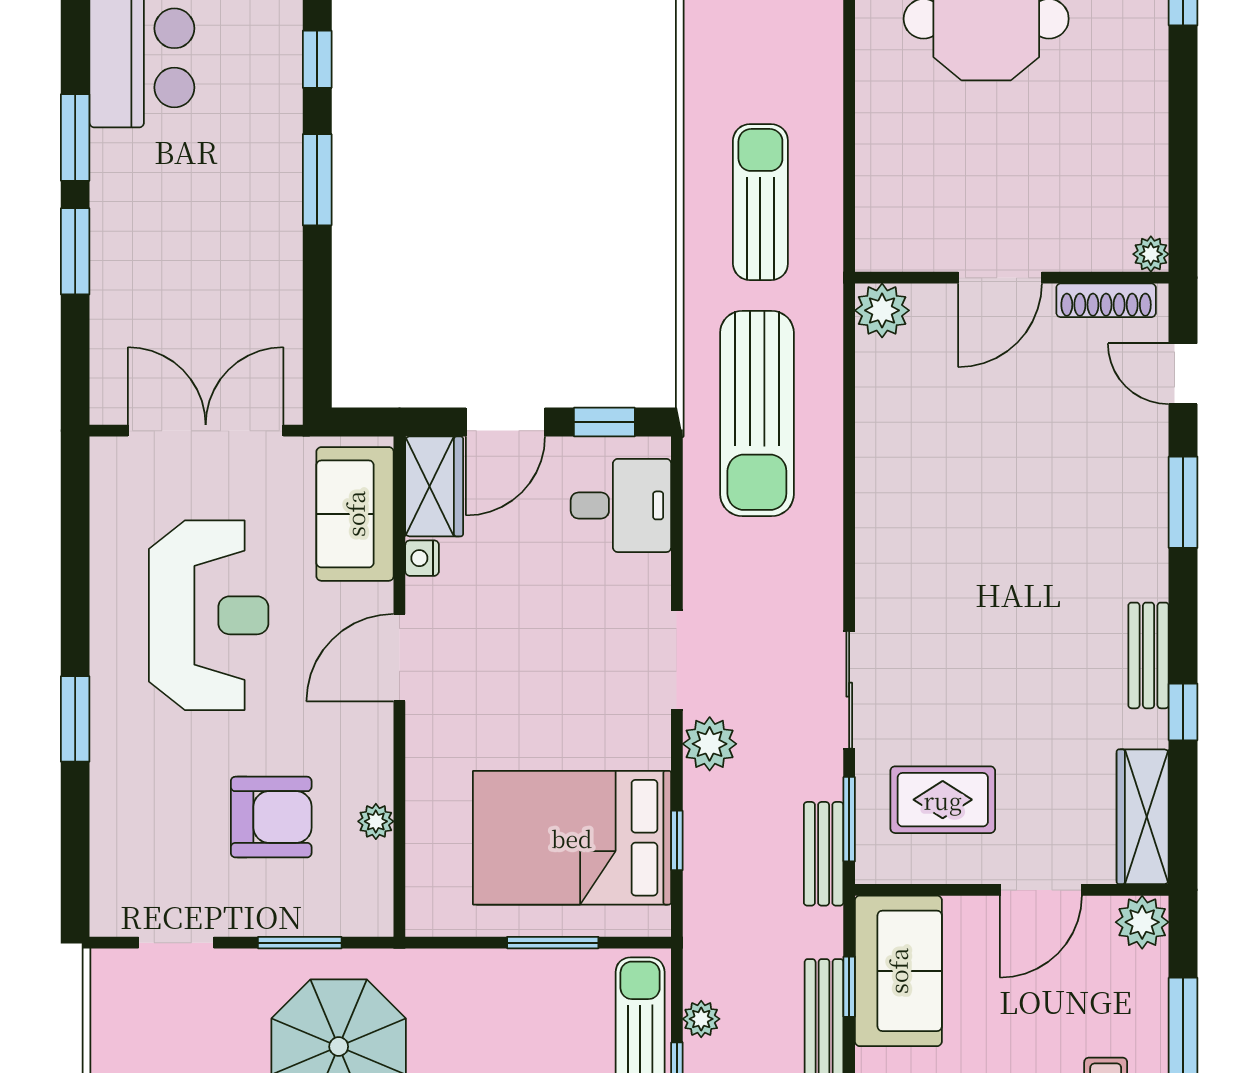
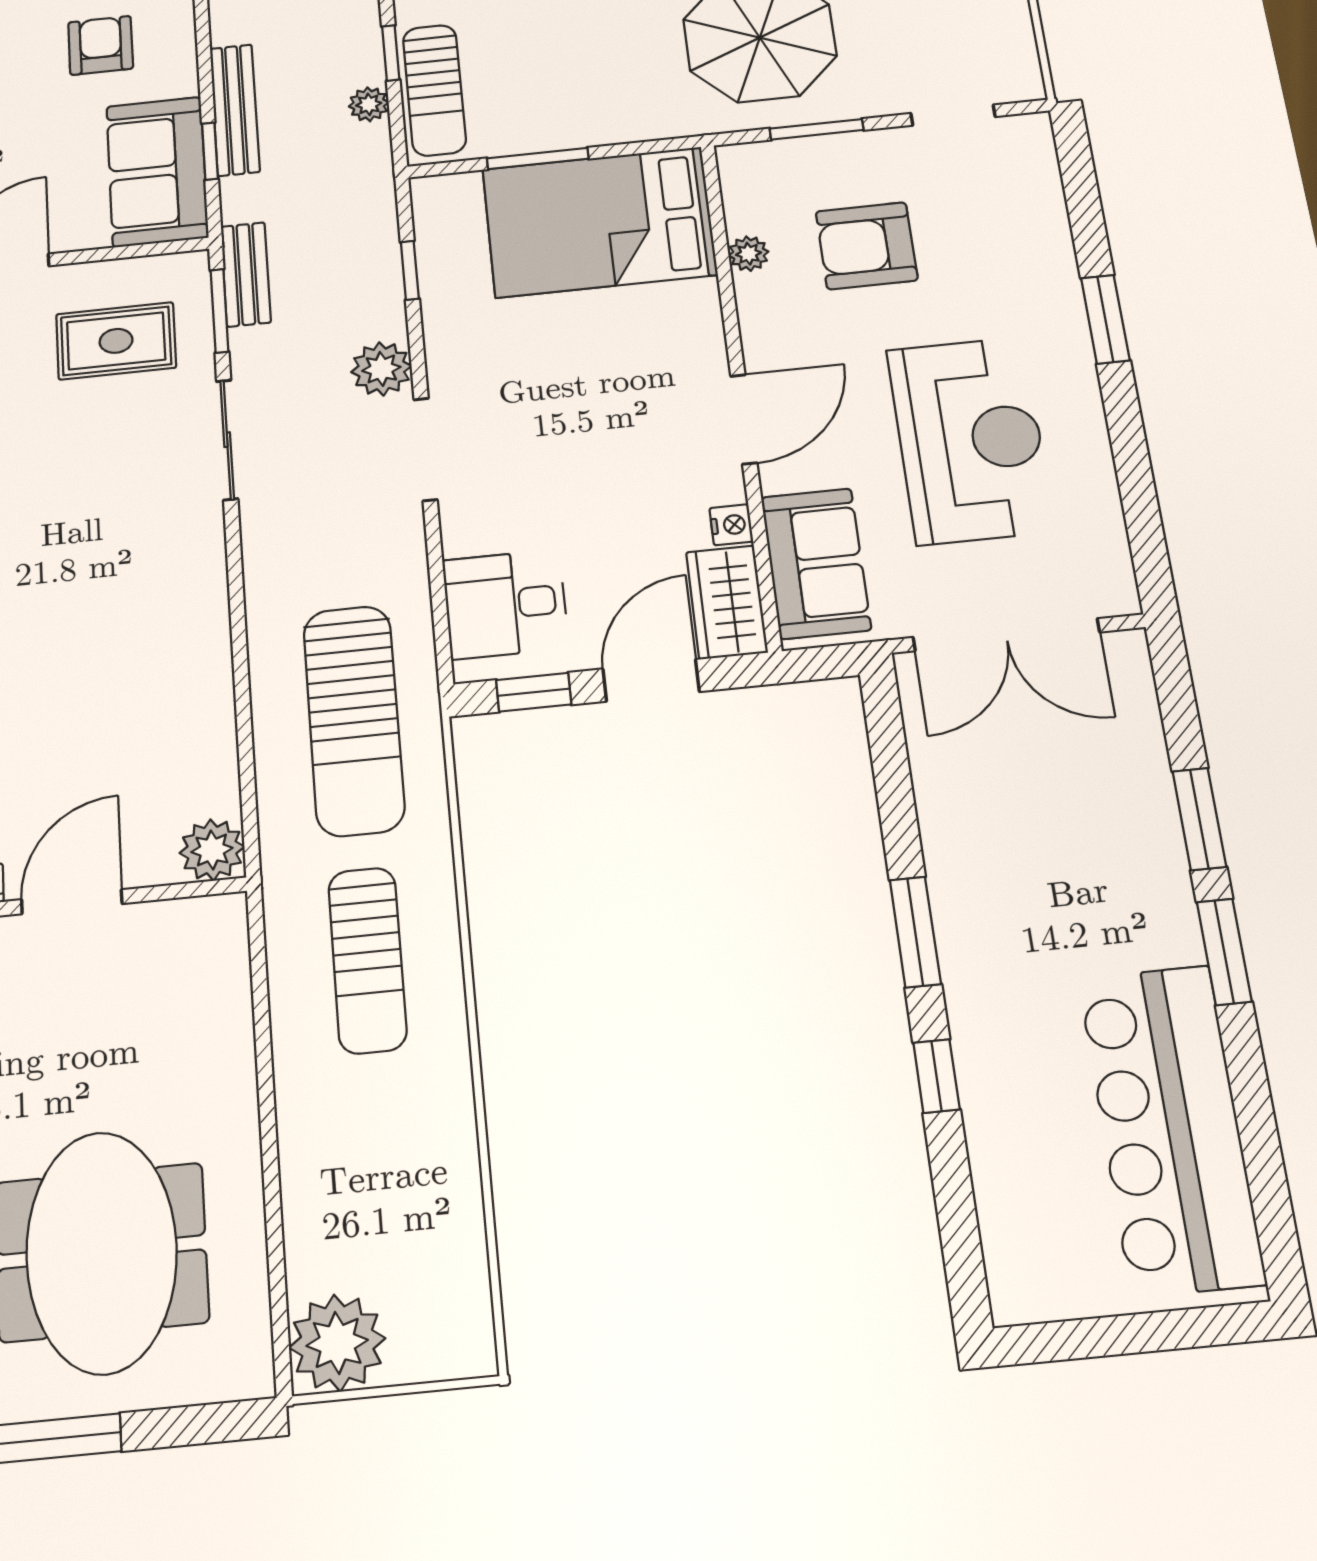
sun lounger: (757, 413) -> (354, 720), turned 180
reception desk: (209, 615) -> (970, 440), turned 180
bed: (572, 838) -> (599, 222), moved, turned 180

